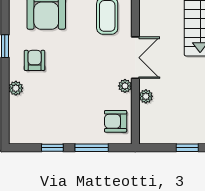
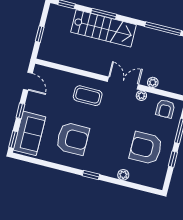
armchair: (35, 60) -> (146, 148), moved, width x1.88, depth x1.88

